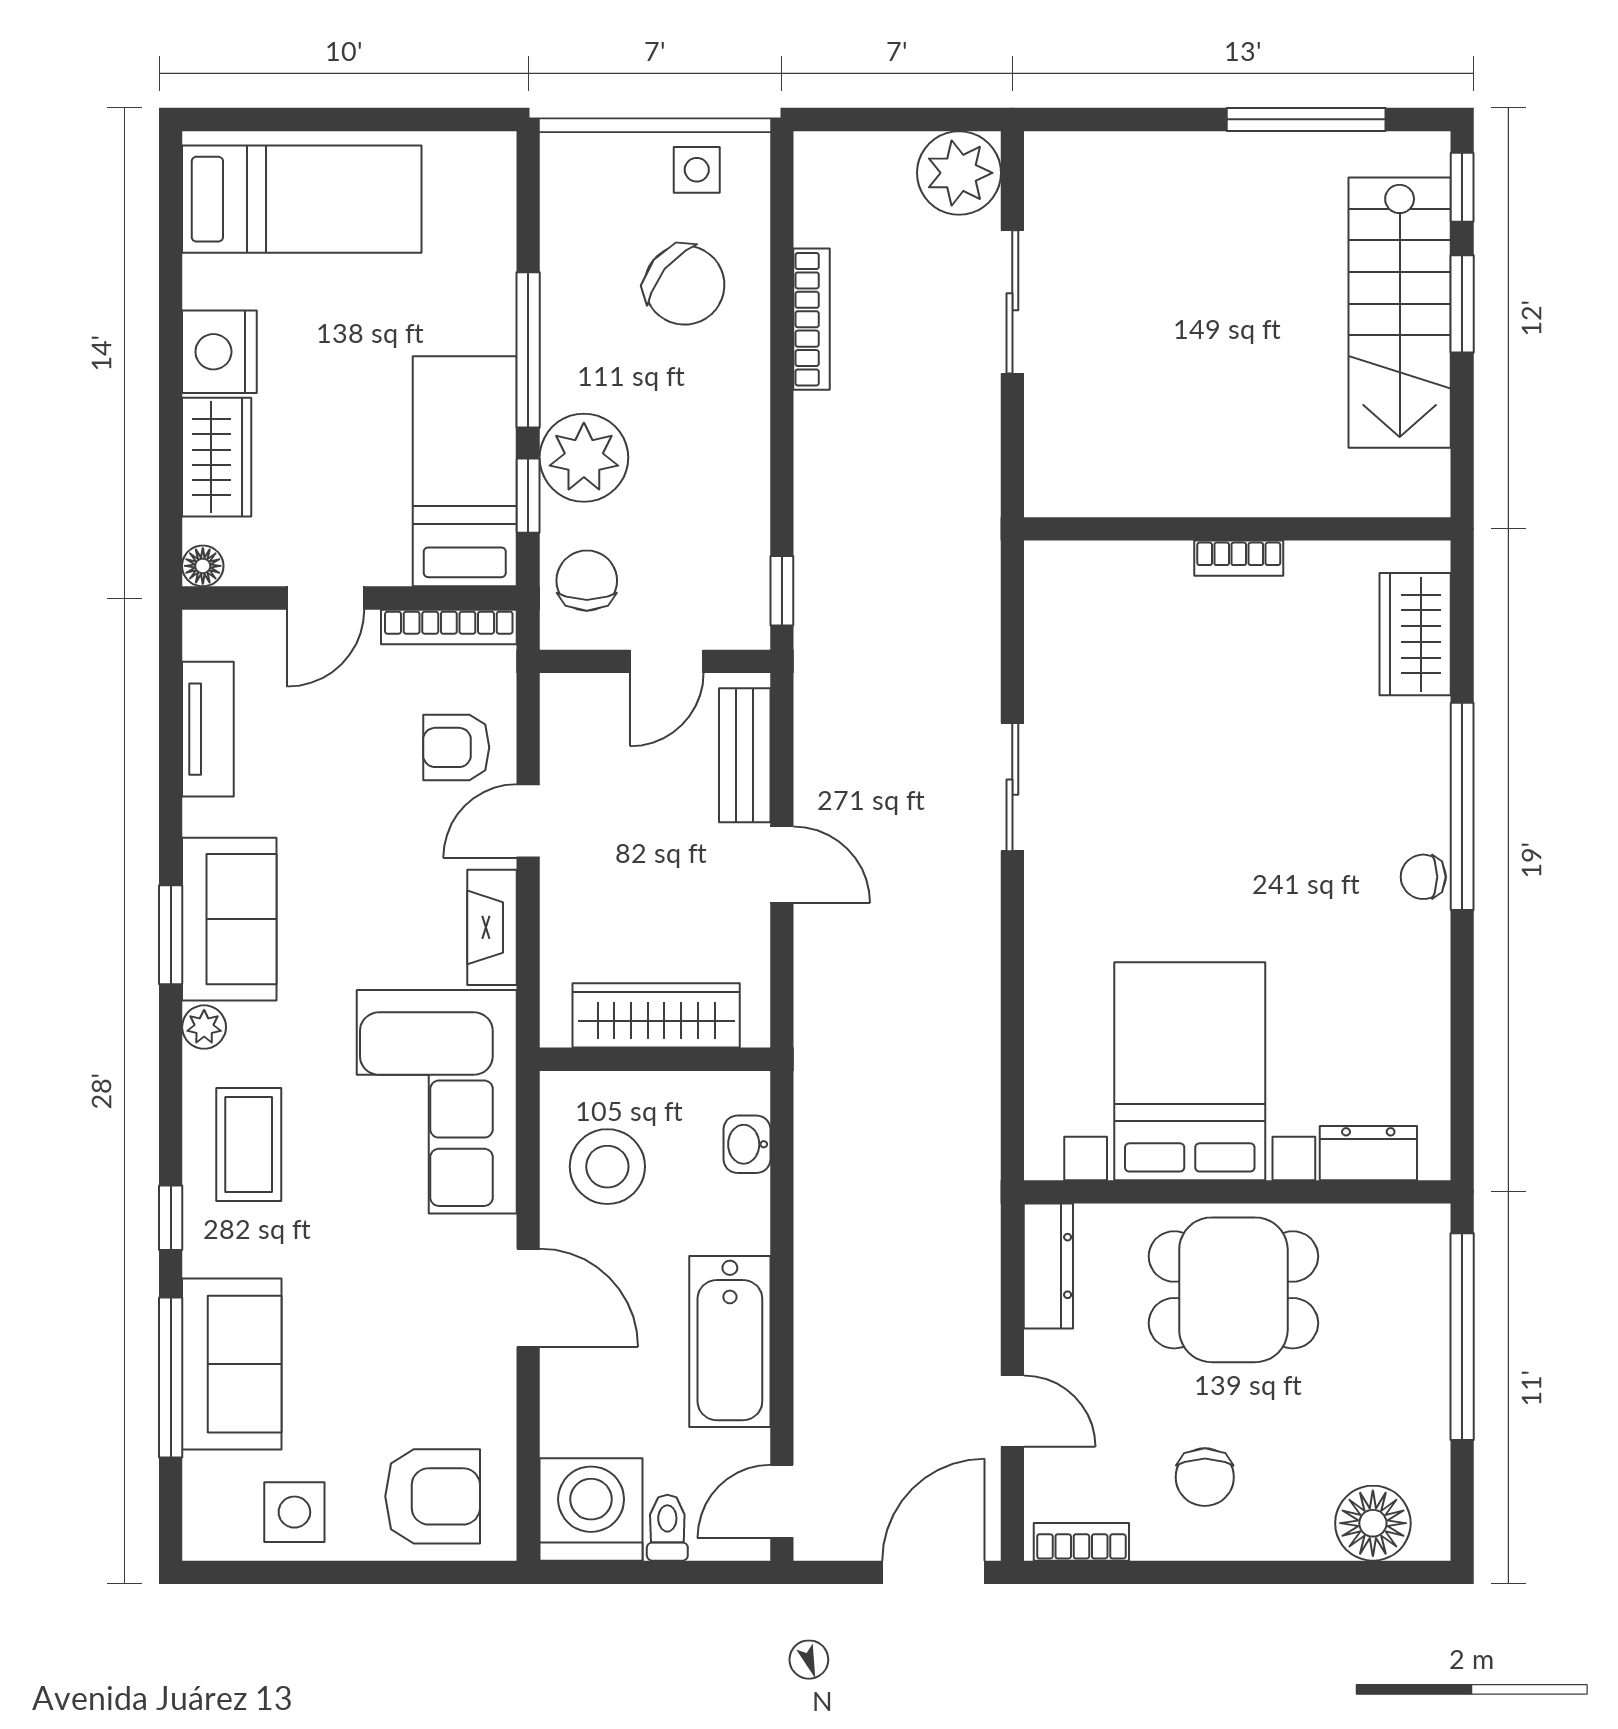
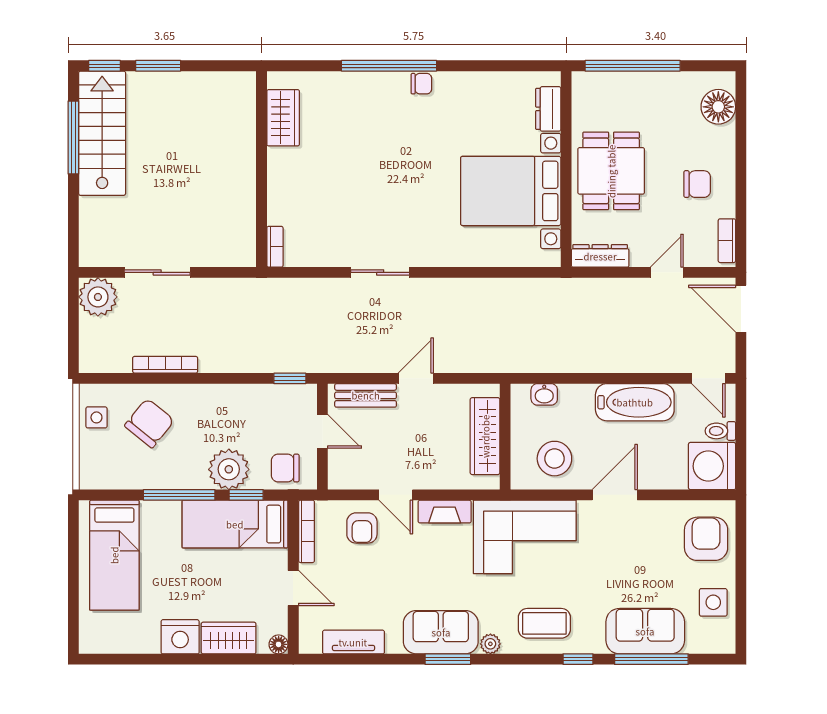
bed: (302, 199) -> (114, 555), moved, turned 180
stairs: (1400, 313) -> (102, 133), moved, turned -90
bookcase: (1239, 558) -> (275, 247), moved
wardrobe: (1415, 634) -> (283, 118), moved, turned -90
chair: (1423, 877) -> (421, 84), turned -90

